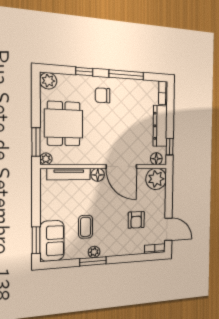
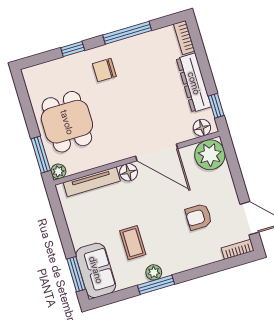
plant: (48, 81) -> (33, 76), removed
armchair: (136, 220) -> (199, 217), turned 90

